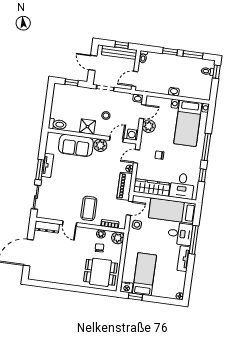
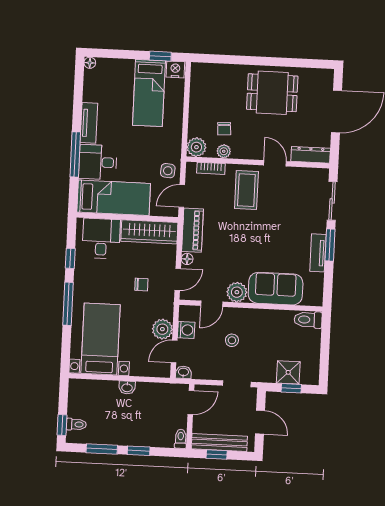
shower: (88, 127) -> (288, 372), moved
washing machine: (133, 135) -> (186, 330), moved
dining table: (100, 272) -> (272, 93), moved

